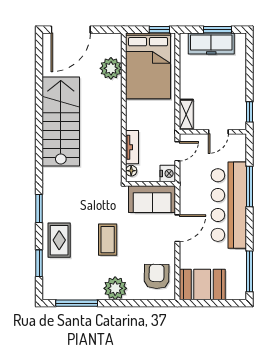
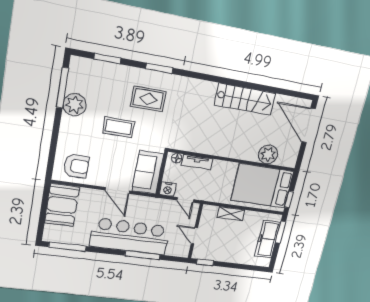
window: (217, 30) -> (281, 232), moved
shelving: (186, 114) -> (231, 214), moved
stairs: (61, 121) -> (245, 99), width x0.73, depth x0.66
rug: (59, 240) -> (148, 99), moved
plant: (115, 288) -> (75, 105), moved

